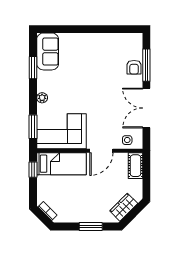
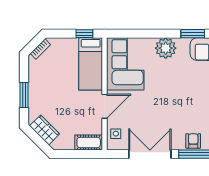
armchair: (134, 67) -> (193, 141), turned 90
plant: (42, 98) -> (166, 48), width x1.88, depth x1.88
window: (33, 127) -> (130, 34), removed
door: (101, 151) -> (104, 106), swing flipped

